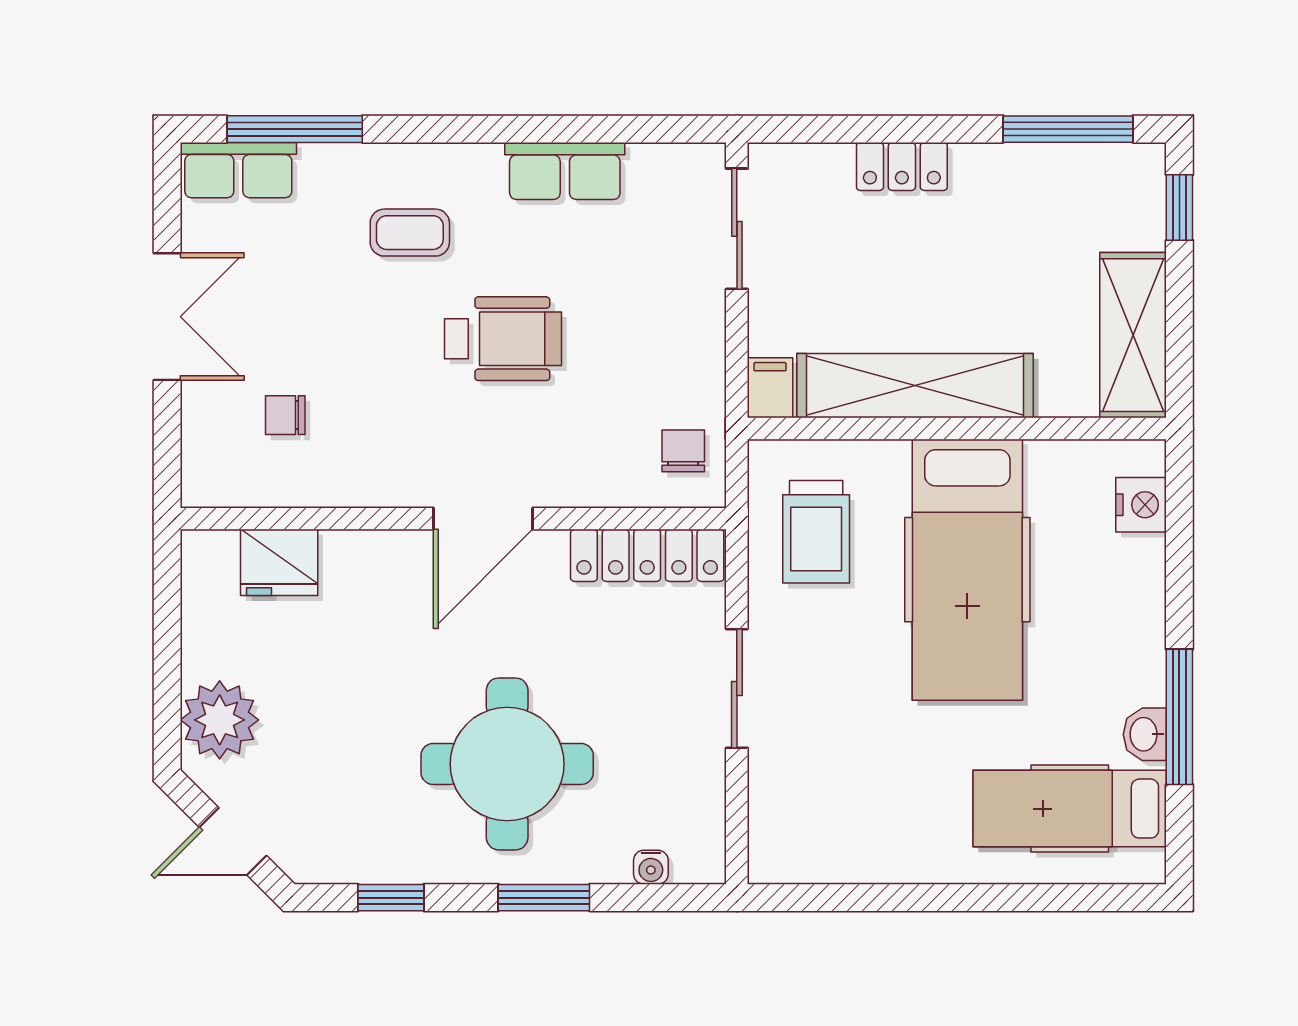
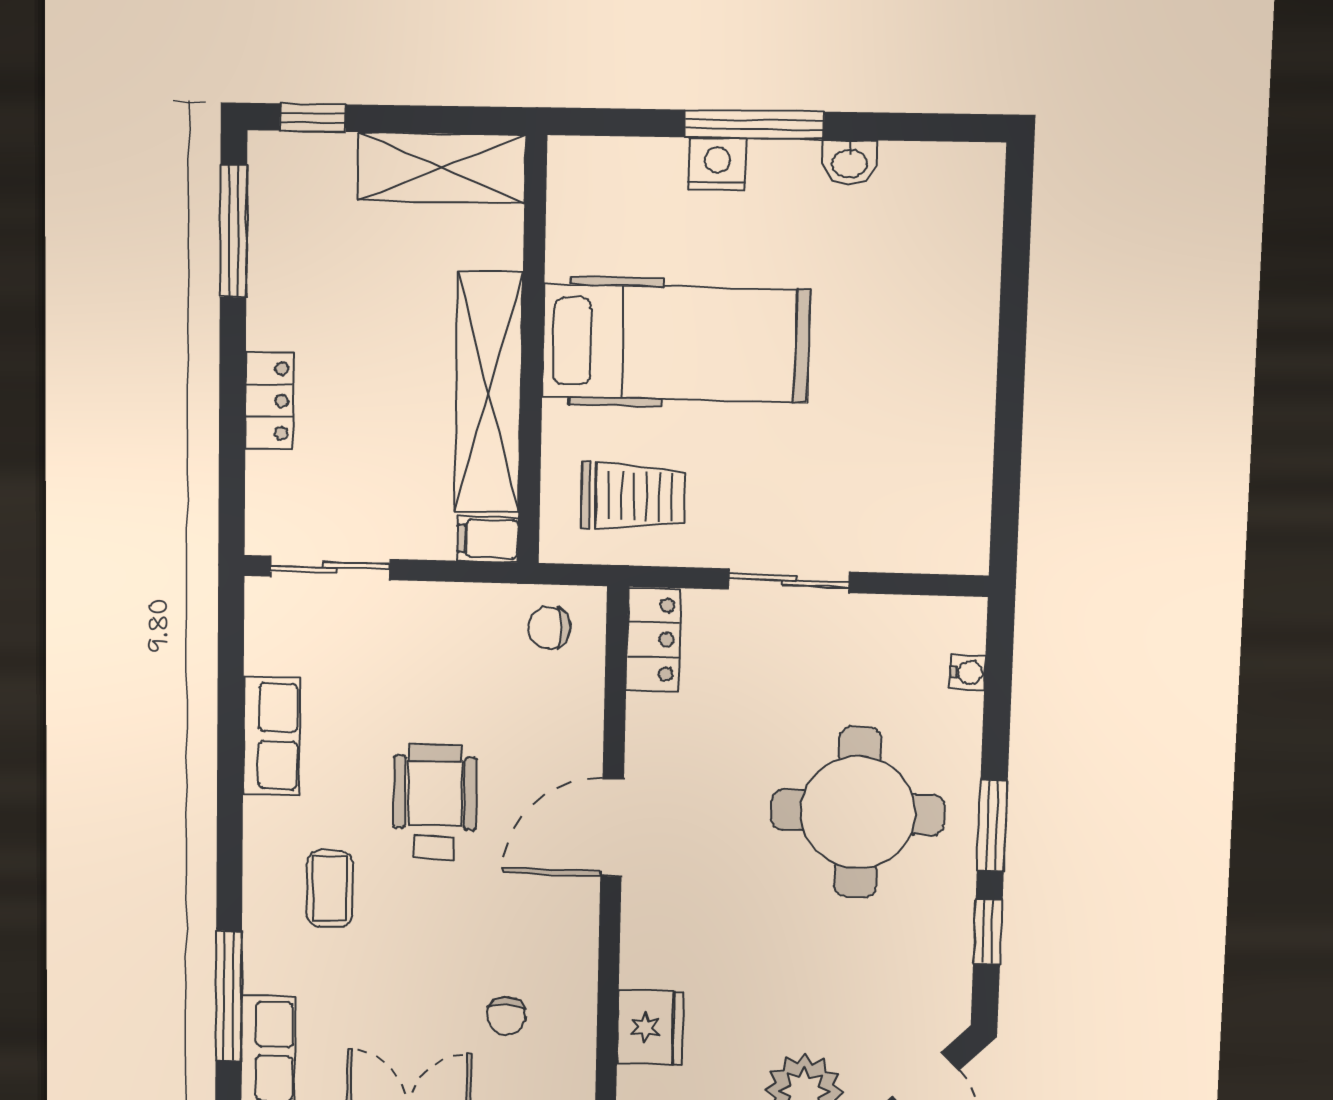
nightstand: (1141, 505) -> (717, 164), moved
door: (483, 519) -> (612, 828), swing flipped
locker: (647, 555) -> (653, 639), width x0.66
window: (1179, 717) -> (754, 124), moved
hospital bed: (1070, 809) -> (924, 242), removed
window: (544, 898) -> (992, 825), moved

